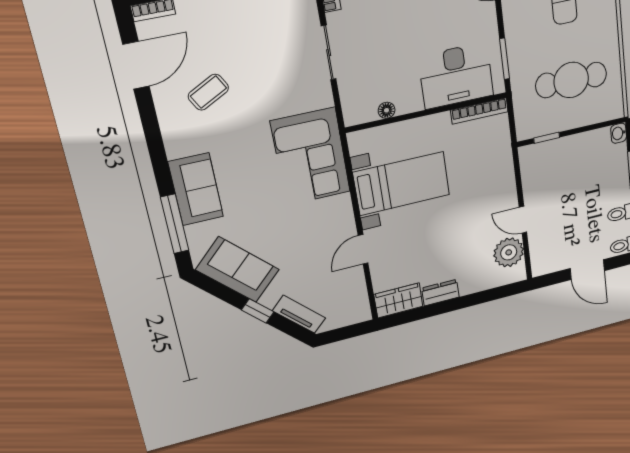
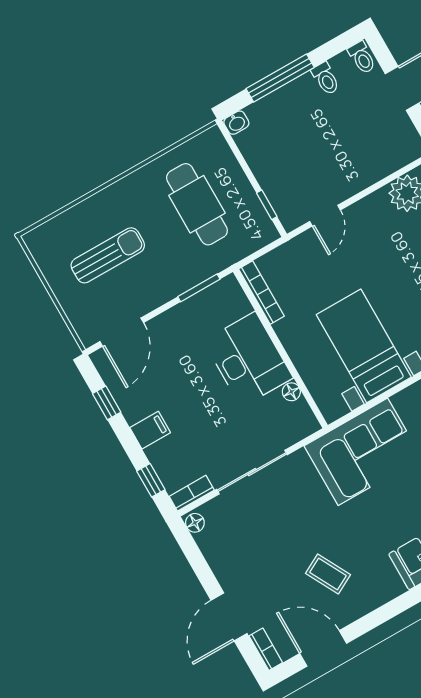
sliding door: (329, 53) -> (252, 472), width x1.37
desk: (456, 76) -> (248, 359), moved
door: (523, 220) -> (325, 216), moved

